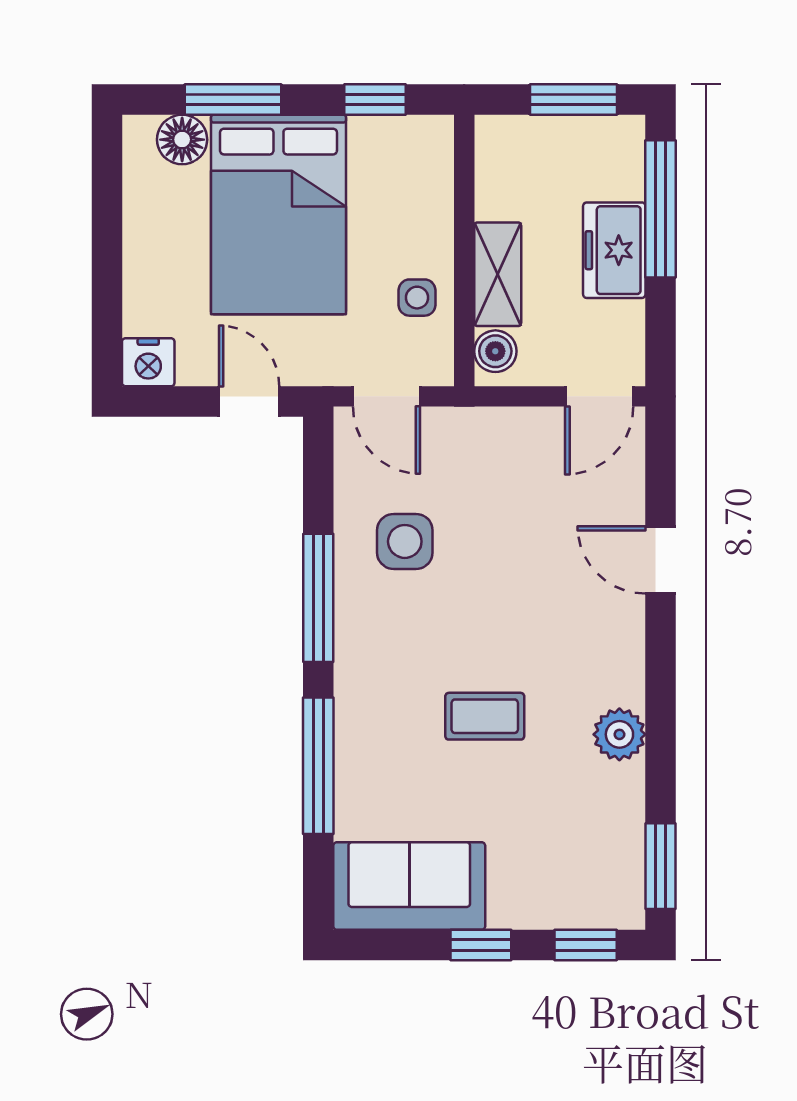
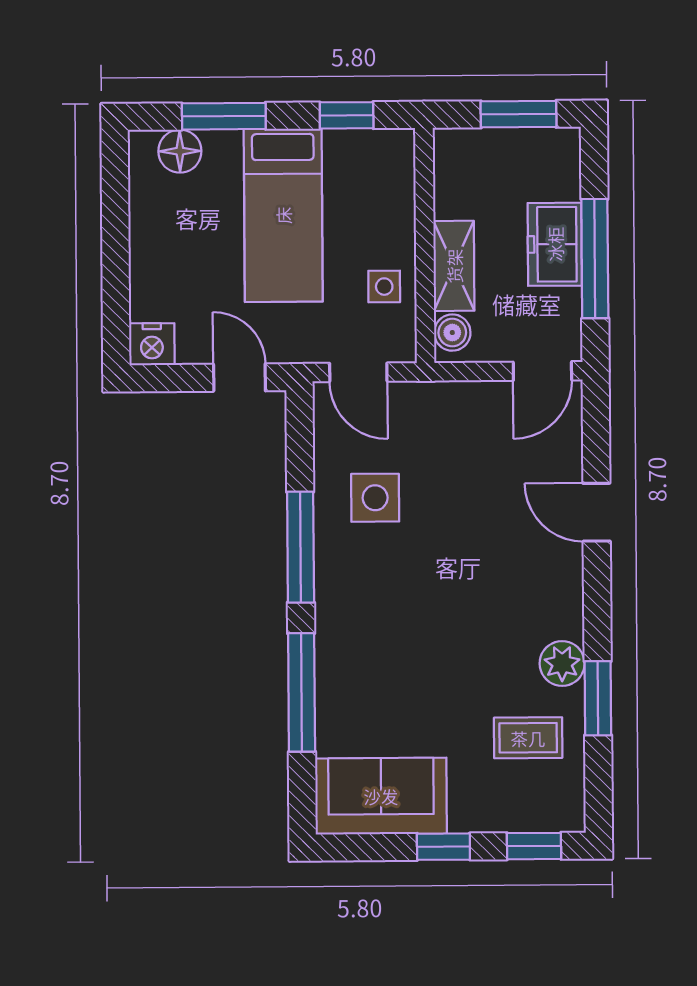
window: (661, 209) -> (595, 259), moved
bed: (278, 214) -> (283, 215), width x0.67
coffee table: (485, 716) -> (528, 738), moved
window: (661, 866) -> (598, 698), moved

